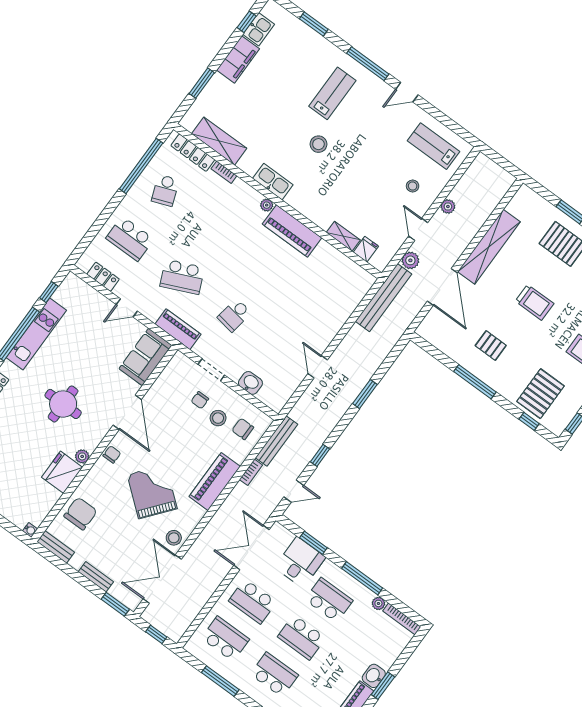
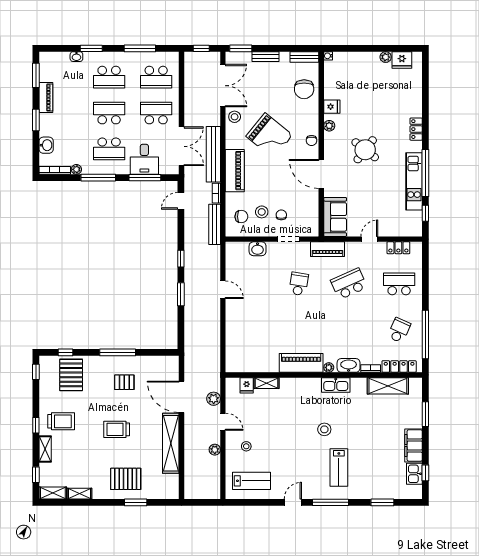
school desk: (165, 190) -> (399, 330), turned 45
washbasin: (245, 192) -> (349, 365), added
bench: (383, 298) -> (213, 154), moved
round table: (63, 404) -> (365, 150), turned 38
window: (320, 455) -> (181, 259), moved
fridge: (62, 472) -> (332, 107), width x0.53, depth x0.75
window: (313, 543) -> (145, 178), width x1.44
washbasin: (374, 676) -> (46, 145), moved

